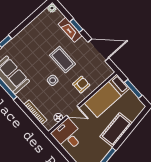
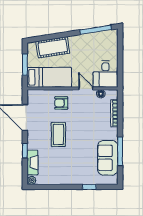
fireplace: (70, 30) -> (33, 163), moved
side table: (53, 80) -> (80, 126), removed
cot: (116, 130) -> (53, 47), moved

